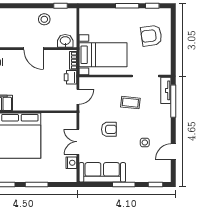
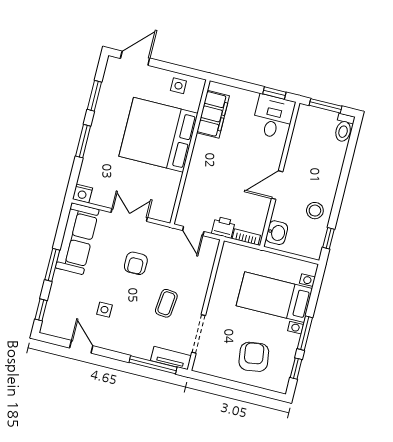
bed with nightstands: (103, 55) -> (274, 297), moved, turned 90
nightstand: (71, 163) -> (82, 193), moved

